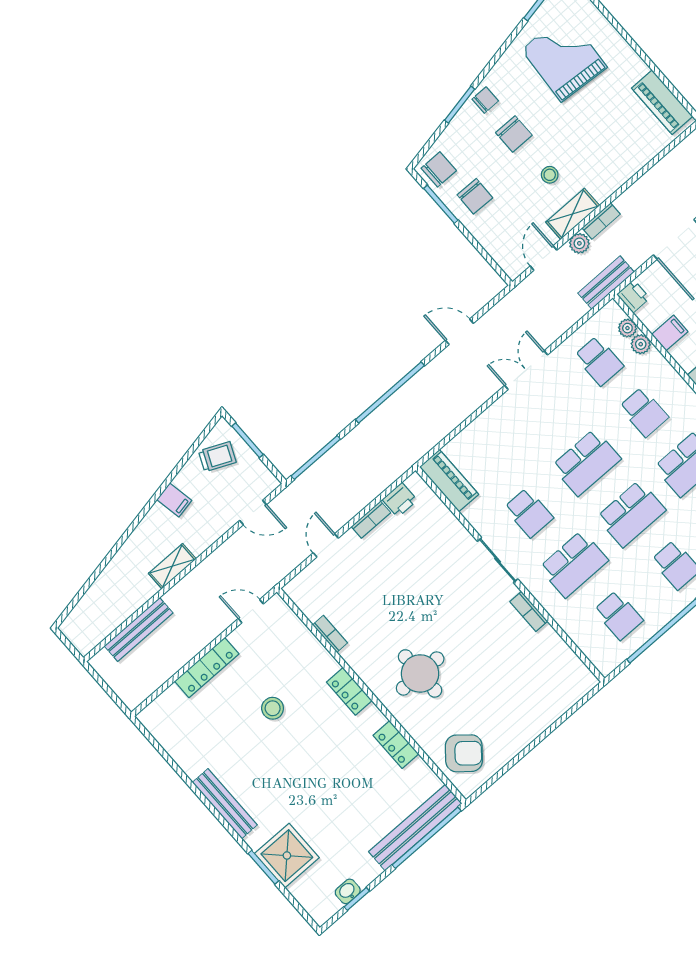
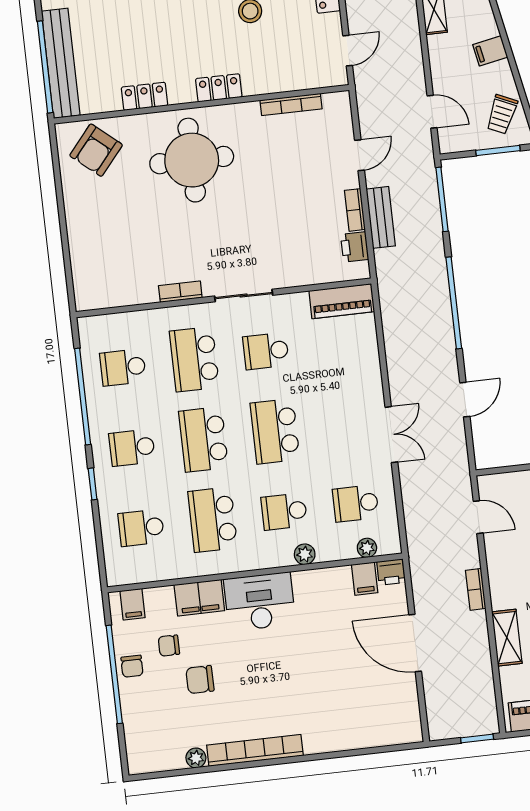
shelving: (573, 214) -> (507, 638), moved
plant: (579, 243) -> (469, 557), removed
bench: (606, 283) -> (381, 217), moved
filing cabinet: (670, 333) -> (365, 579), moved
plant: (641, 344) -> (305, 554), moved
door: (253, 512) -> (432, 112), swing flipped
door: (326, 545) -> (360, 155), hinge flipped
bookcase: (330, 634) -> (291, 104), width x1.56
round table: (420, 673) -> (192, 160), width x1.36, depth x1.36

